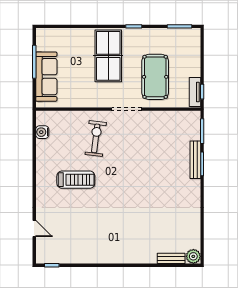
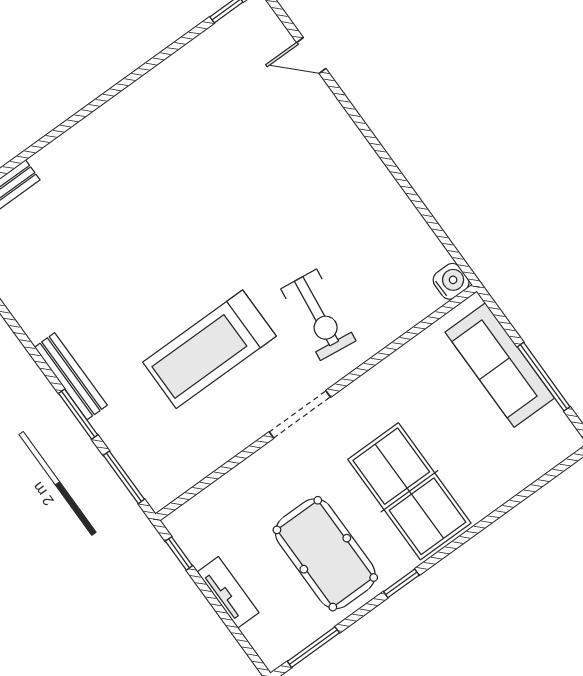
pool table: (155, 77) -> (325, 554), moved
tv unit: (195, 92) -> (228, 592), moved
water cooler: (42, 132) -> (451, 281), moved
bench: (195, 160) -> (71, 376), moved
treadmill: (76, 180) -> (209, 349), moved, width x1.37, depth x1.38

